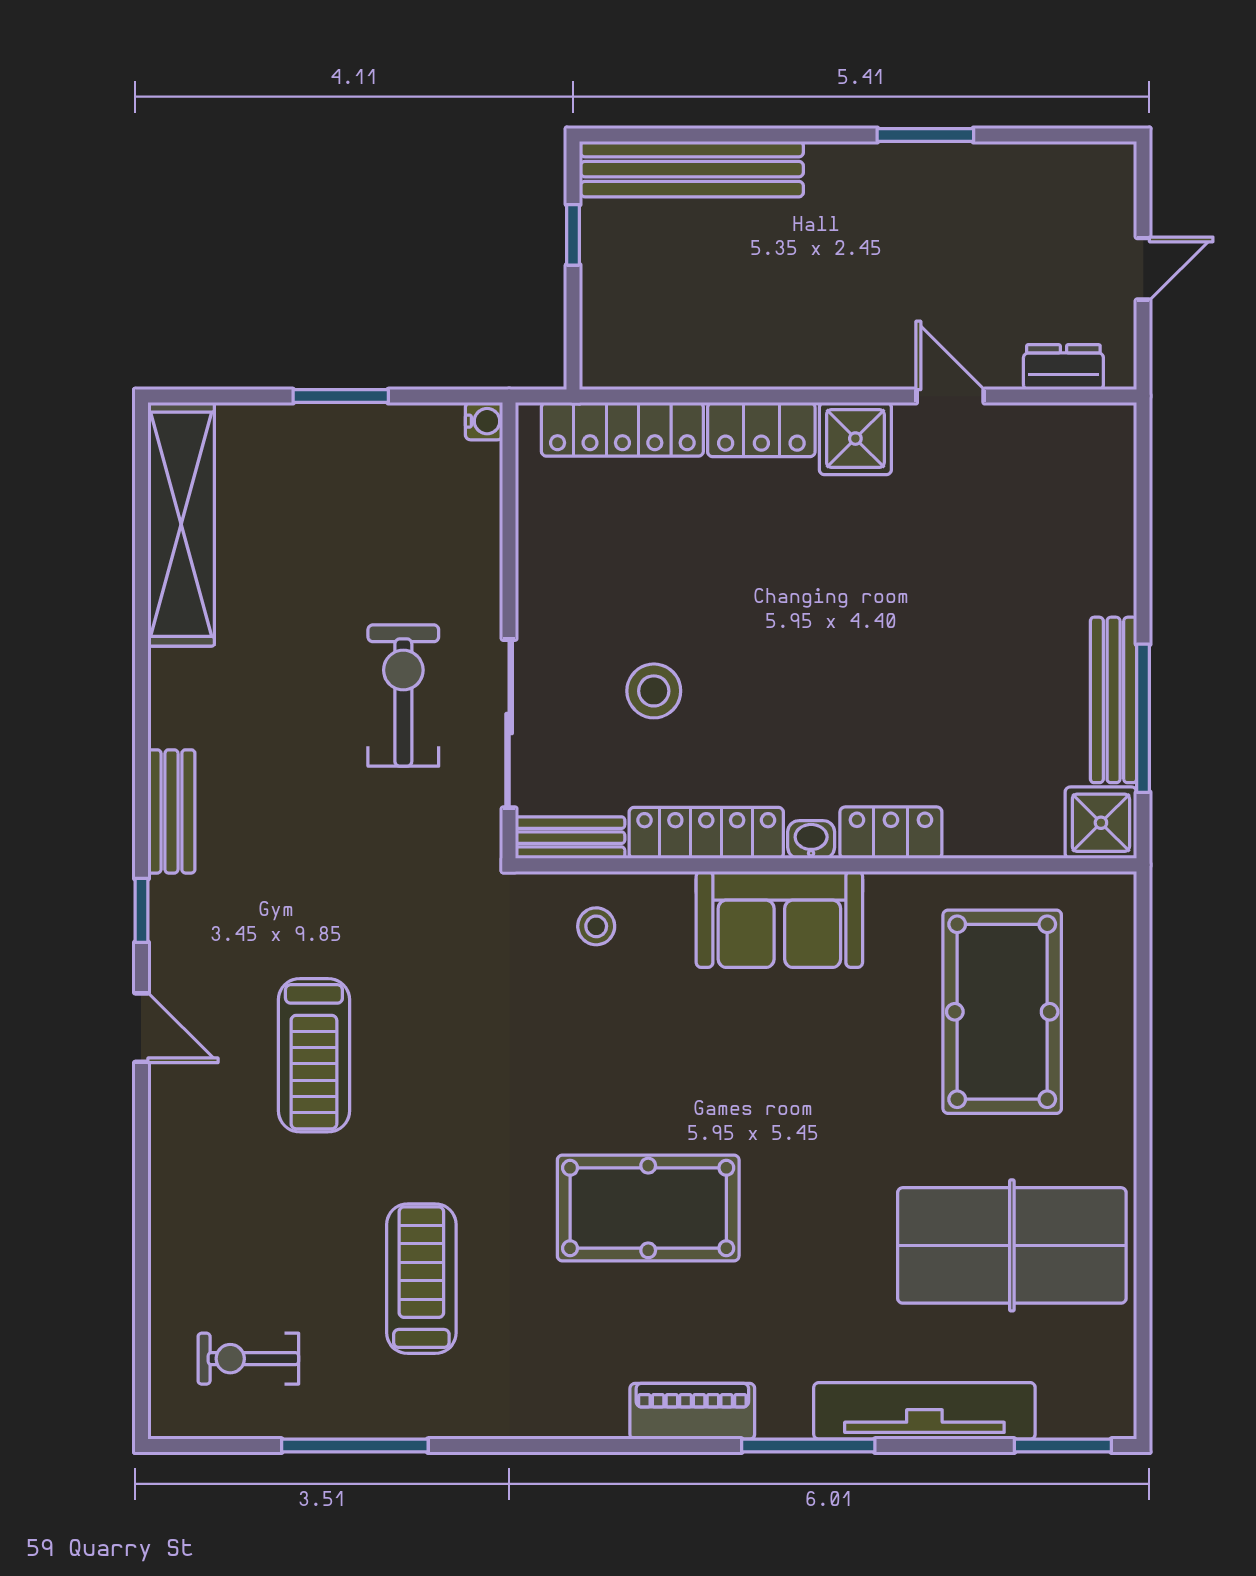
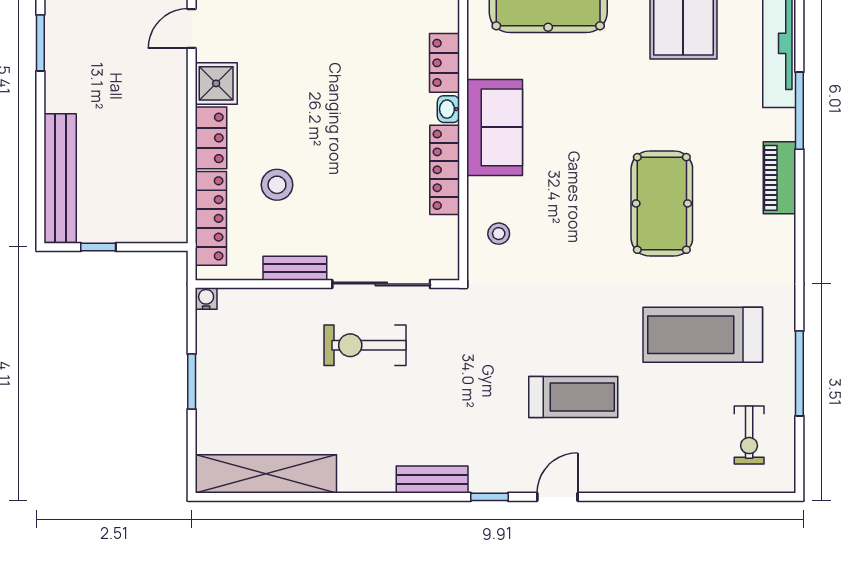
stool: (654, 691) -> (277, 185), moved
bench: (570, 838) -> (295, 268), moved, turned 90
treadmill: (421, 1279) -> (703, 335), width x1.37, depth x1.38

